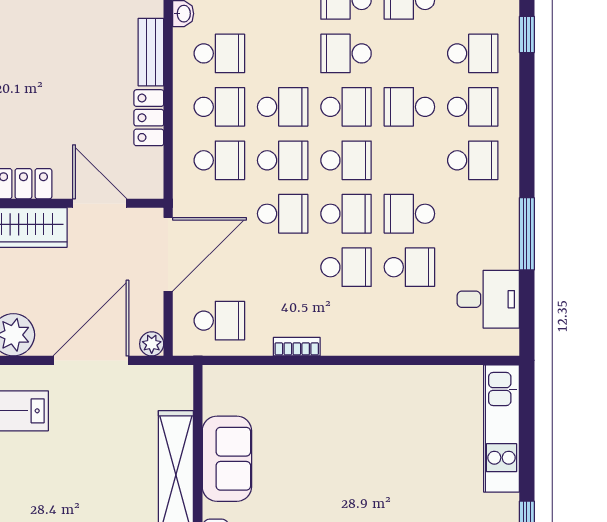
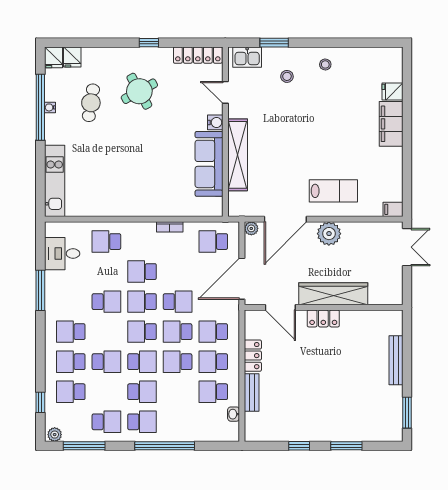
school desk: (346, 107) -> (142, 362), turned 180
school desk: (283, 214) -> (178, 302), turned 180
school desk: (409, 267) -> (106, 242), moved
sofa: (227, 459) -> (209, 164), width x1.36

